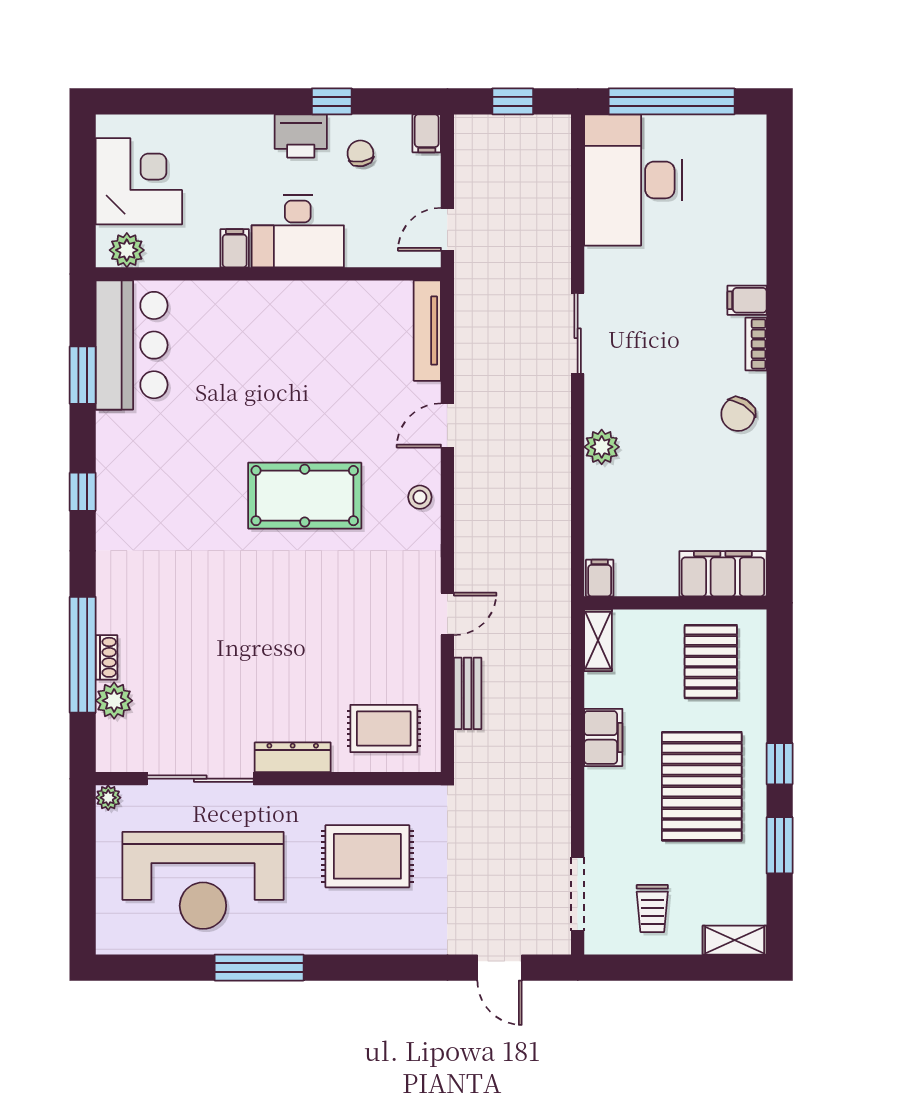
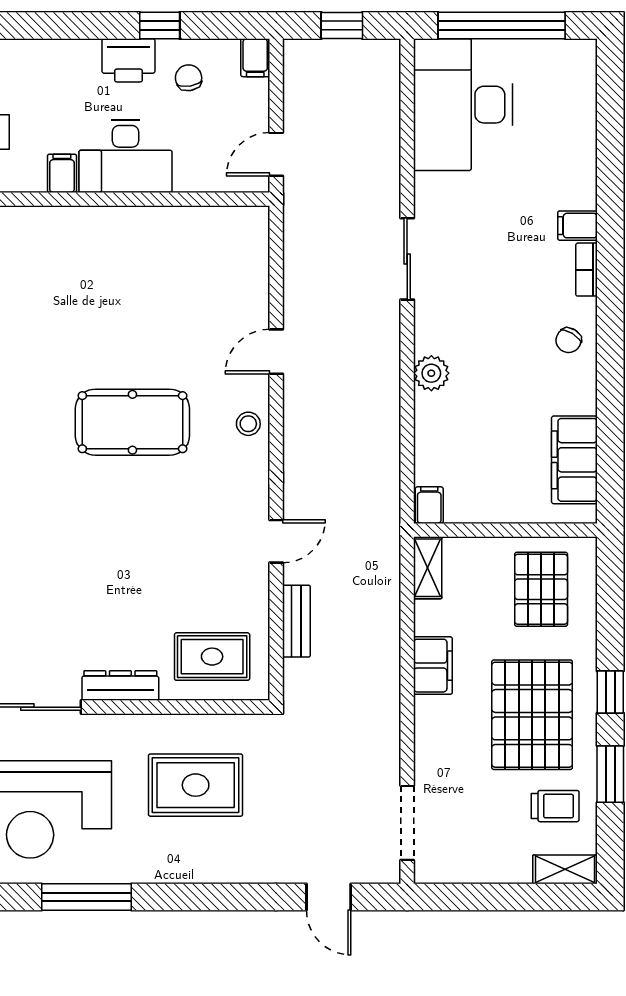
tv unit: (427, 331) -> (256, 256), removed
chair: (738, 414) -> (568, 340), width x0.73, depth x0.73
filing cabinet: (723, 574) -> (574, 460), moved, turned -90
trolley: (652, 909) -> (555, 806), moved, turned -90

